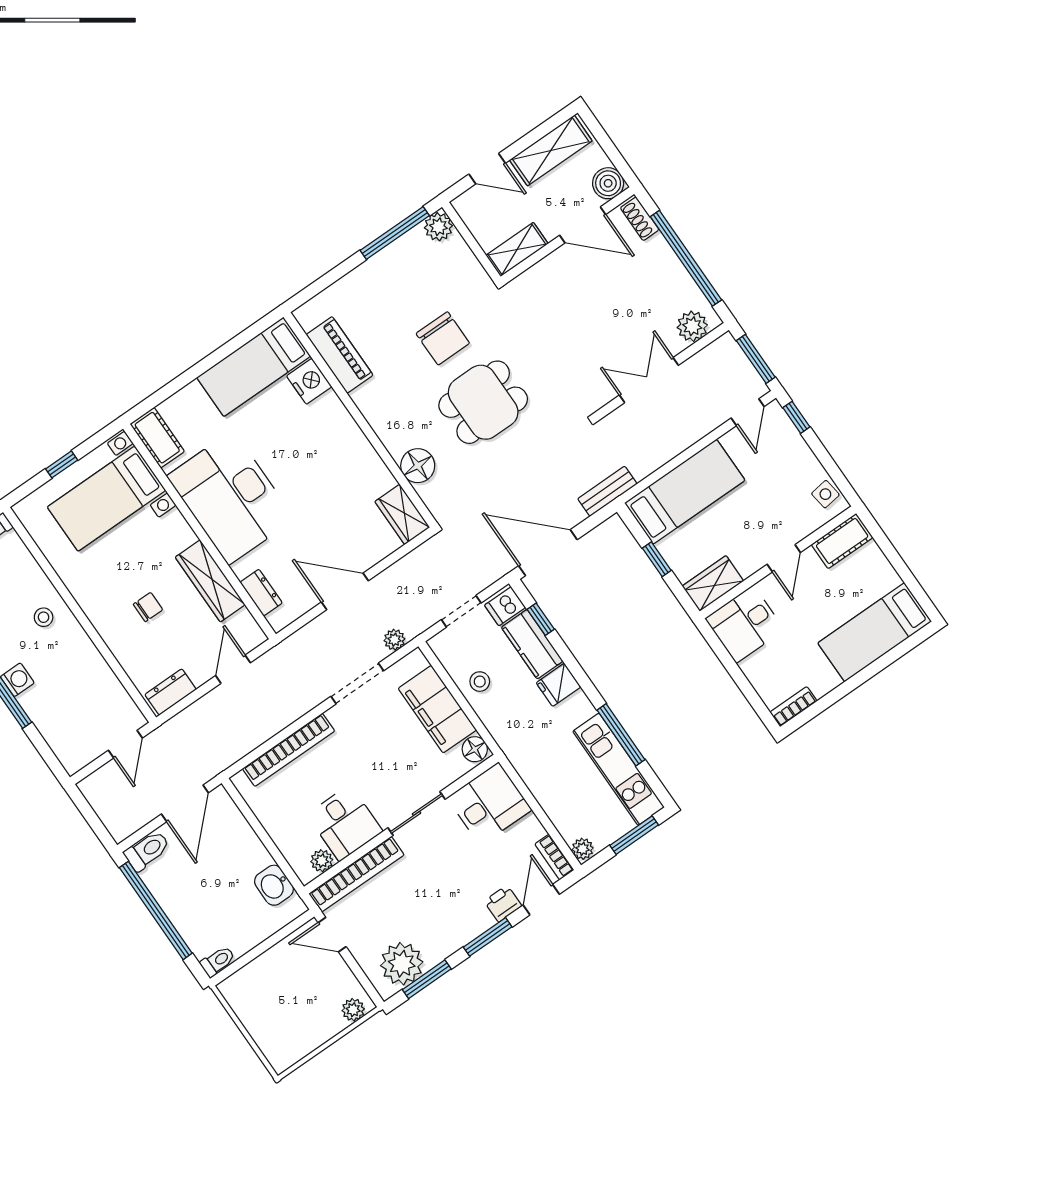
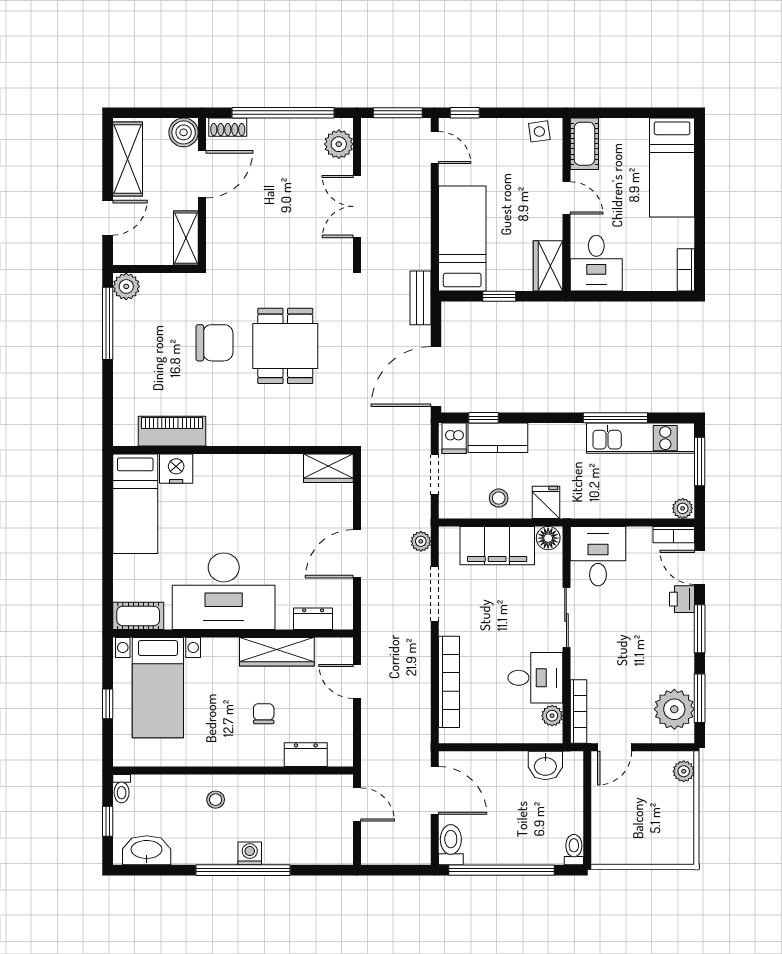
floor lamp: (418, 466) -> (299, 430), removed
fridge: (558, 685) -> (546, 502), moved, turned 180
dresser: (171, 692) -> (306, 755), moved, turned 90
bookcase: (356, 874) -> (579, 712), width x0.68, depth x0.76

